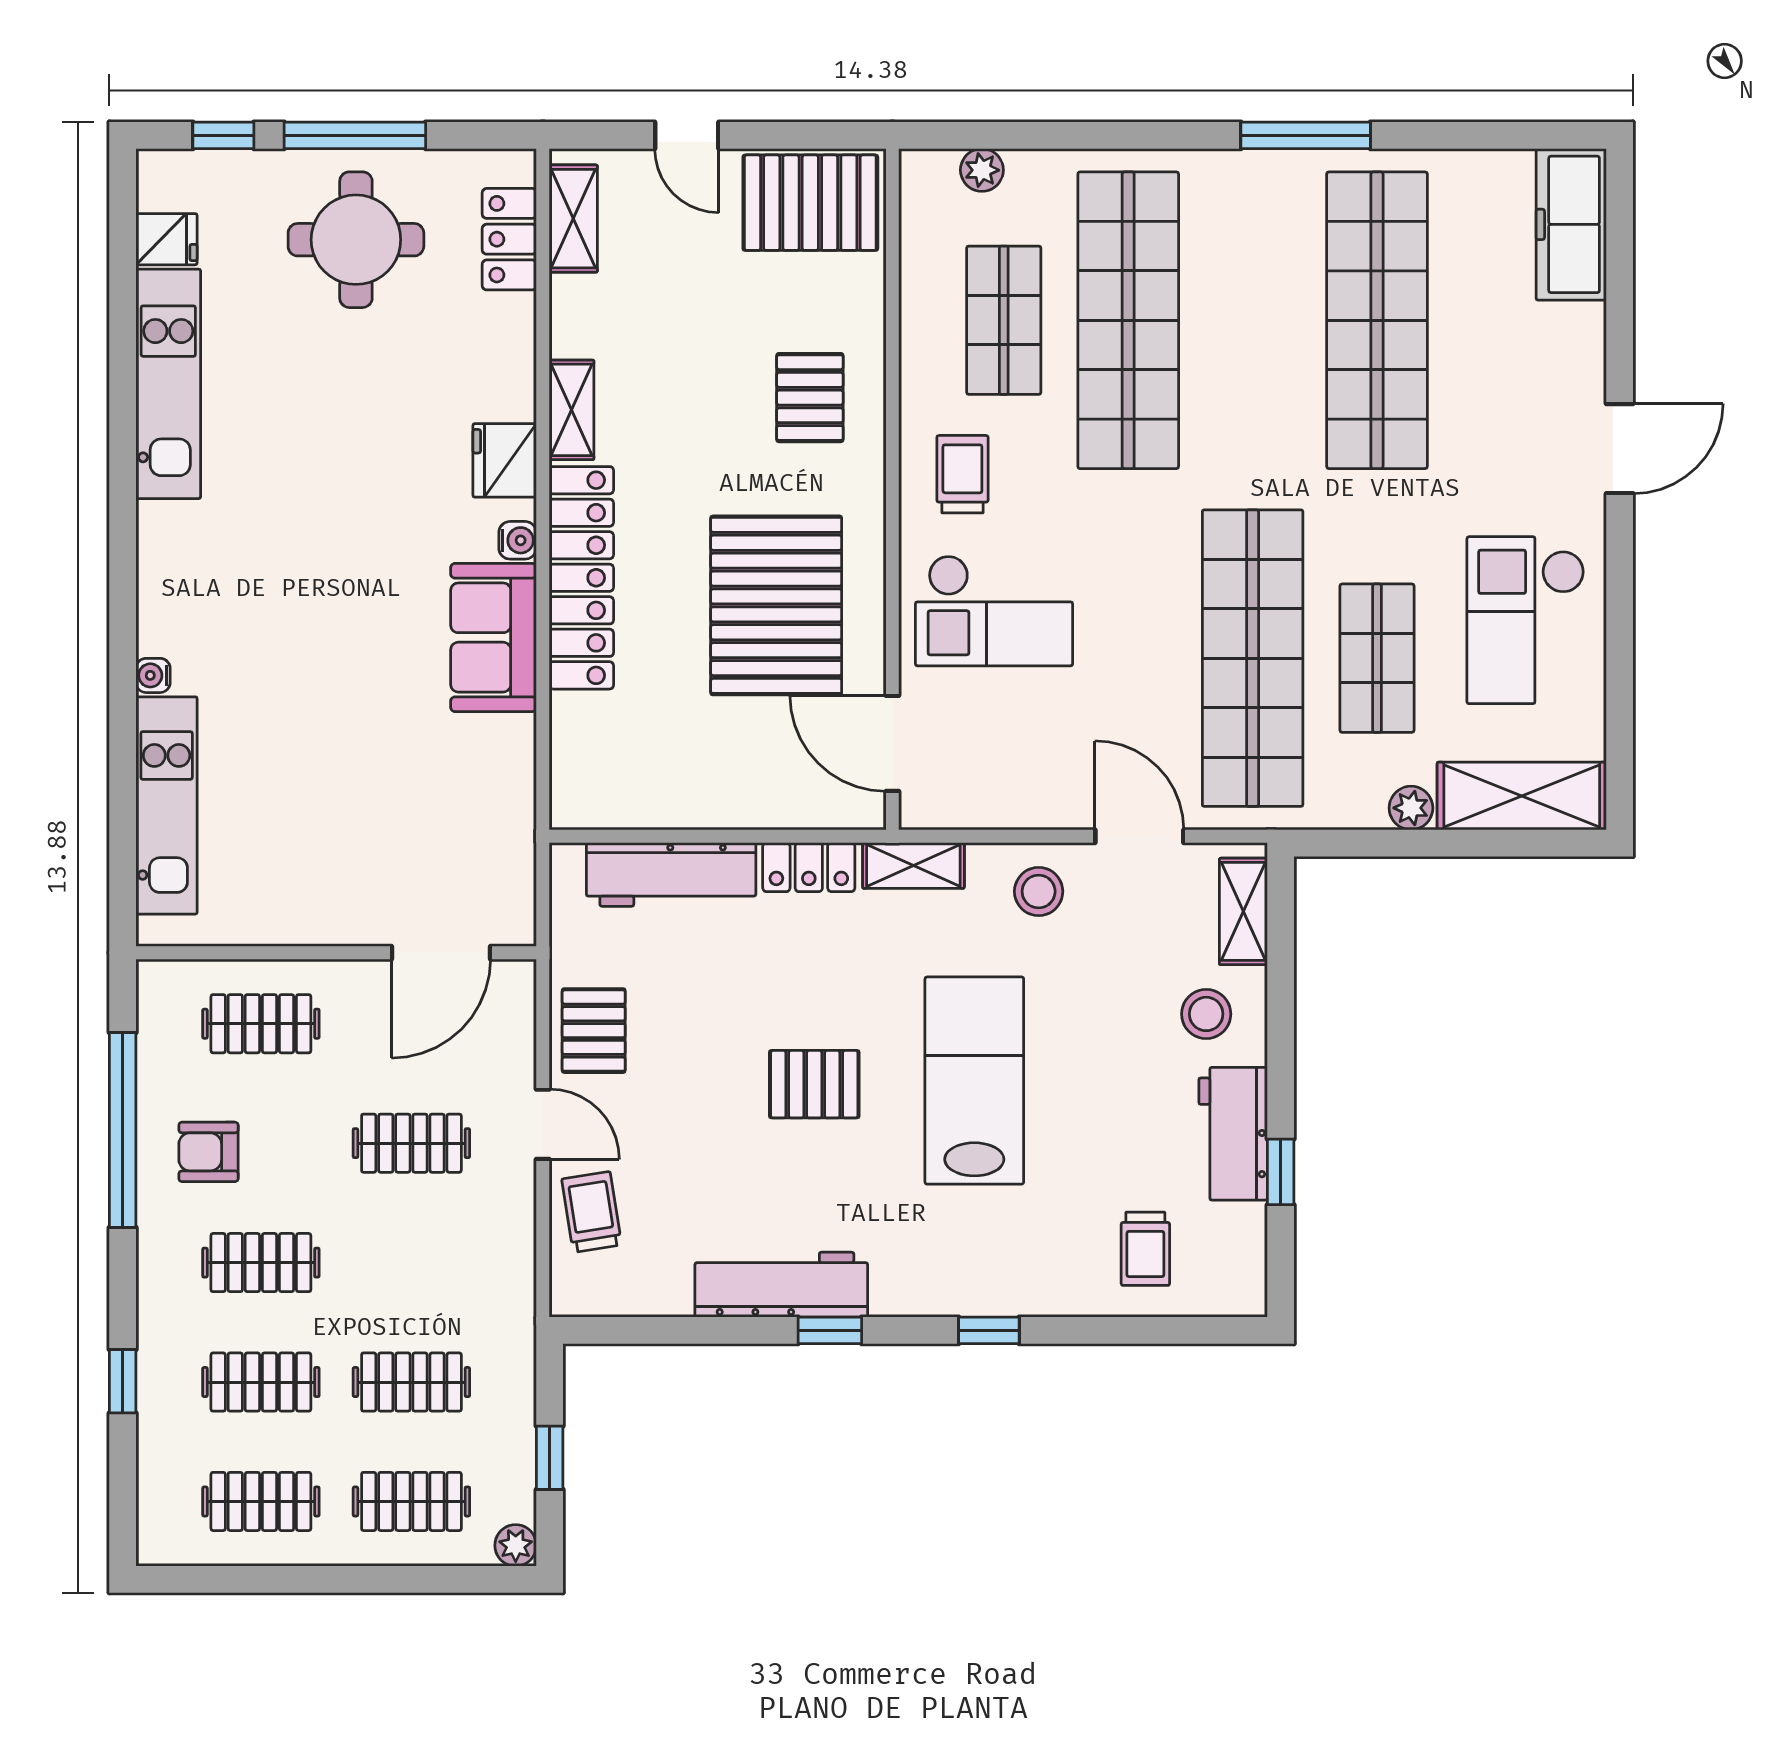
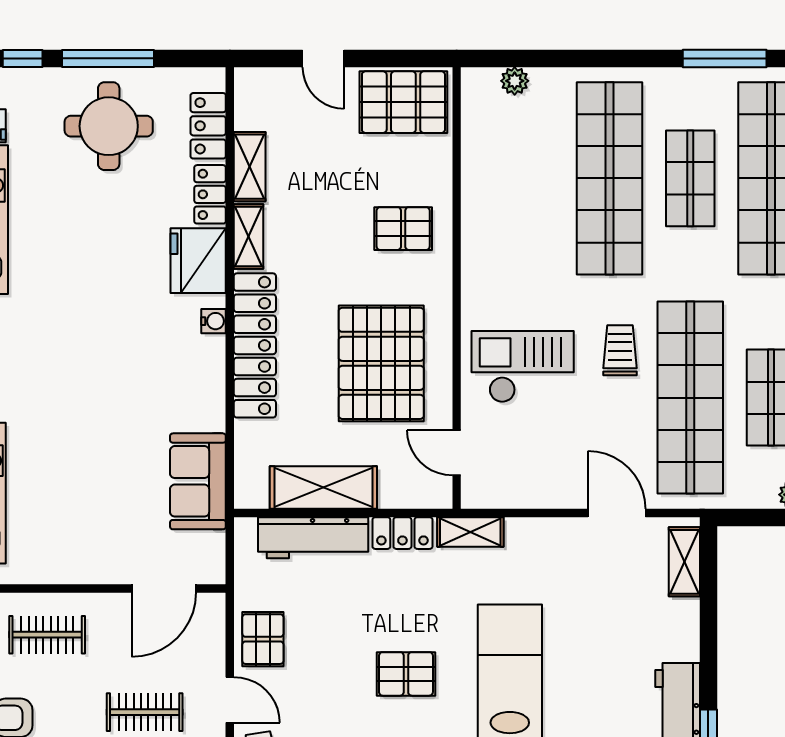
shelving: (573, 219) -> (250, 167), moved
shop shelf: (1004, 320) -> (690, 178), moved
locker: (512, 345) -> (210, 194), added
pallet: (810, 398) -> (403, 229), turned 90
fridge: (505, 460) -> (198, 261), width x1.36, depth x1.34
trolley: (962, 474) -> (620, 350), moved
checkout: (994, 611) -> (523, 367), turned 180
sofa: (494, 637) -> (198, 481), moved
door: (892, 743) -> (457, 453), width x0.73
shelving: (687, 797) -> (323, 488), added
stool: (1039, 891) -> (551, 549), removed
stool: (1206, 1014) -> (660, 628), removed

